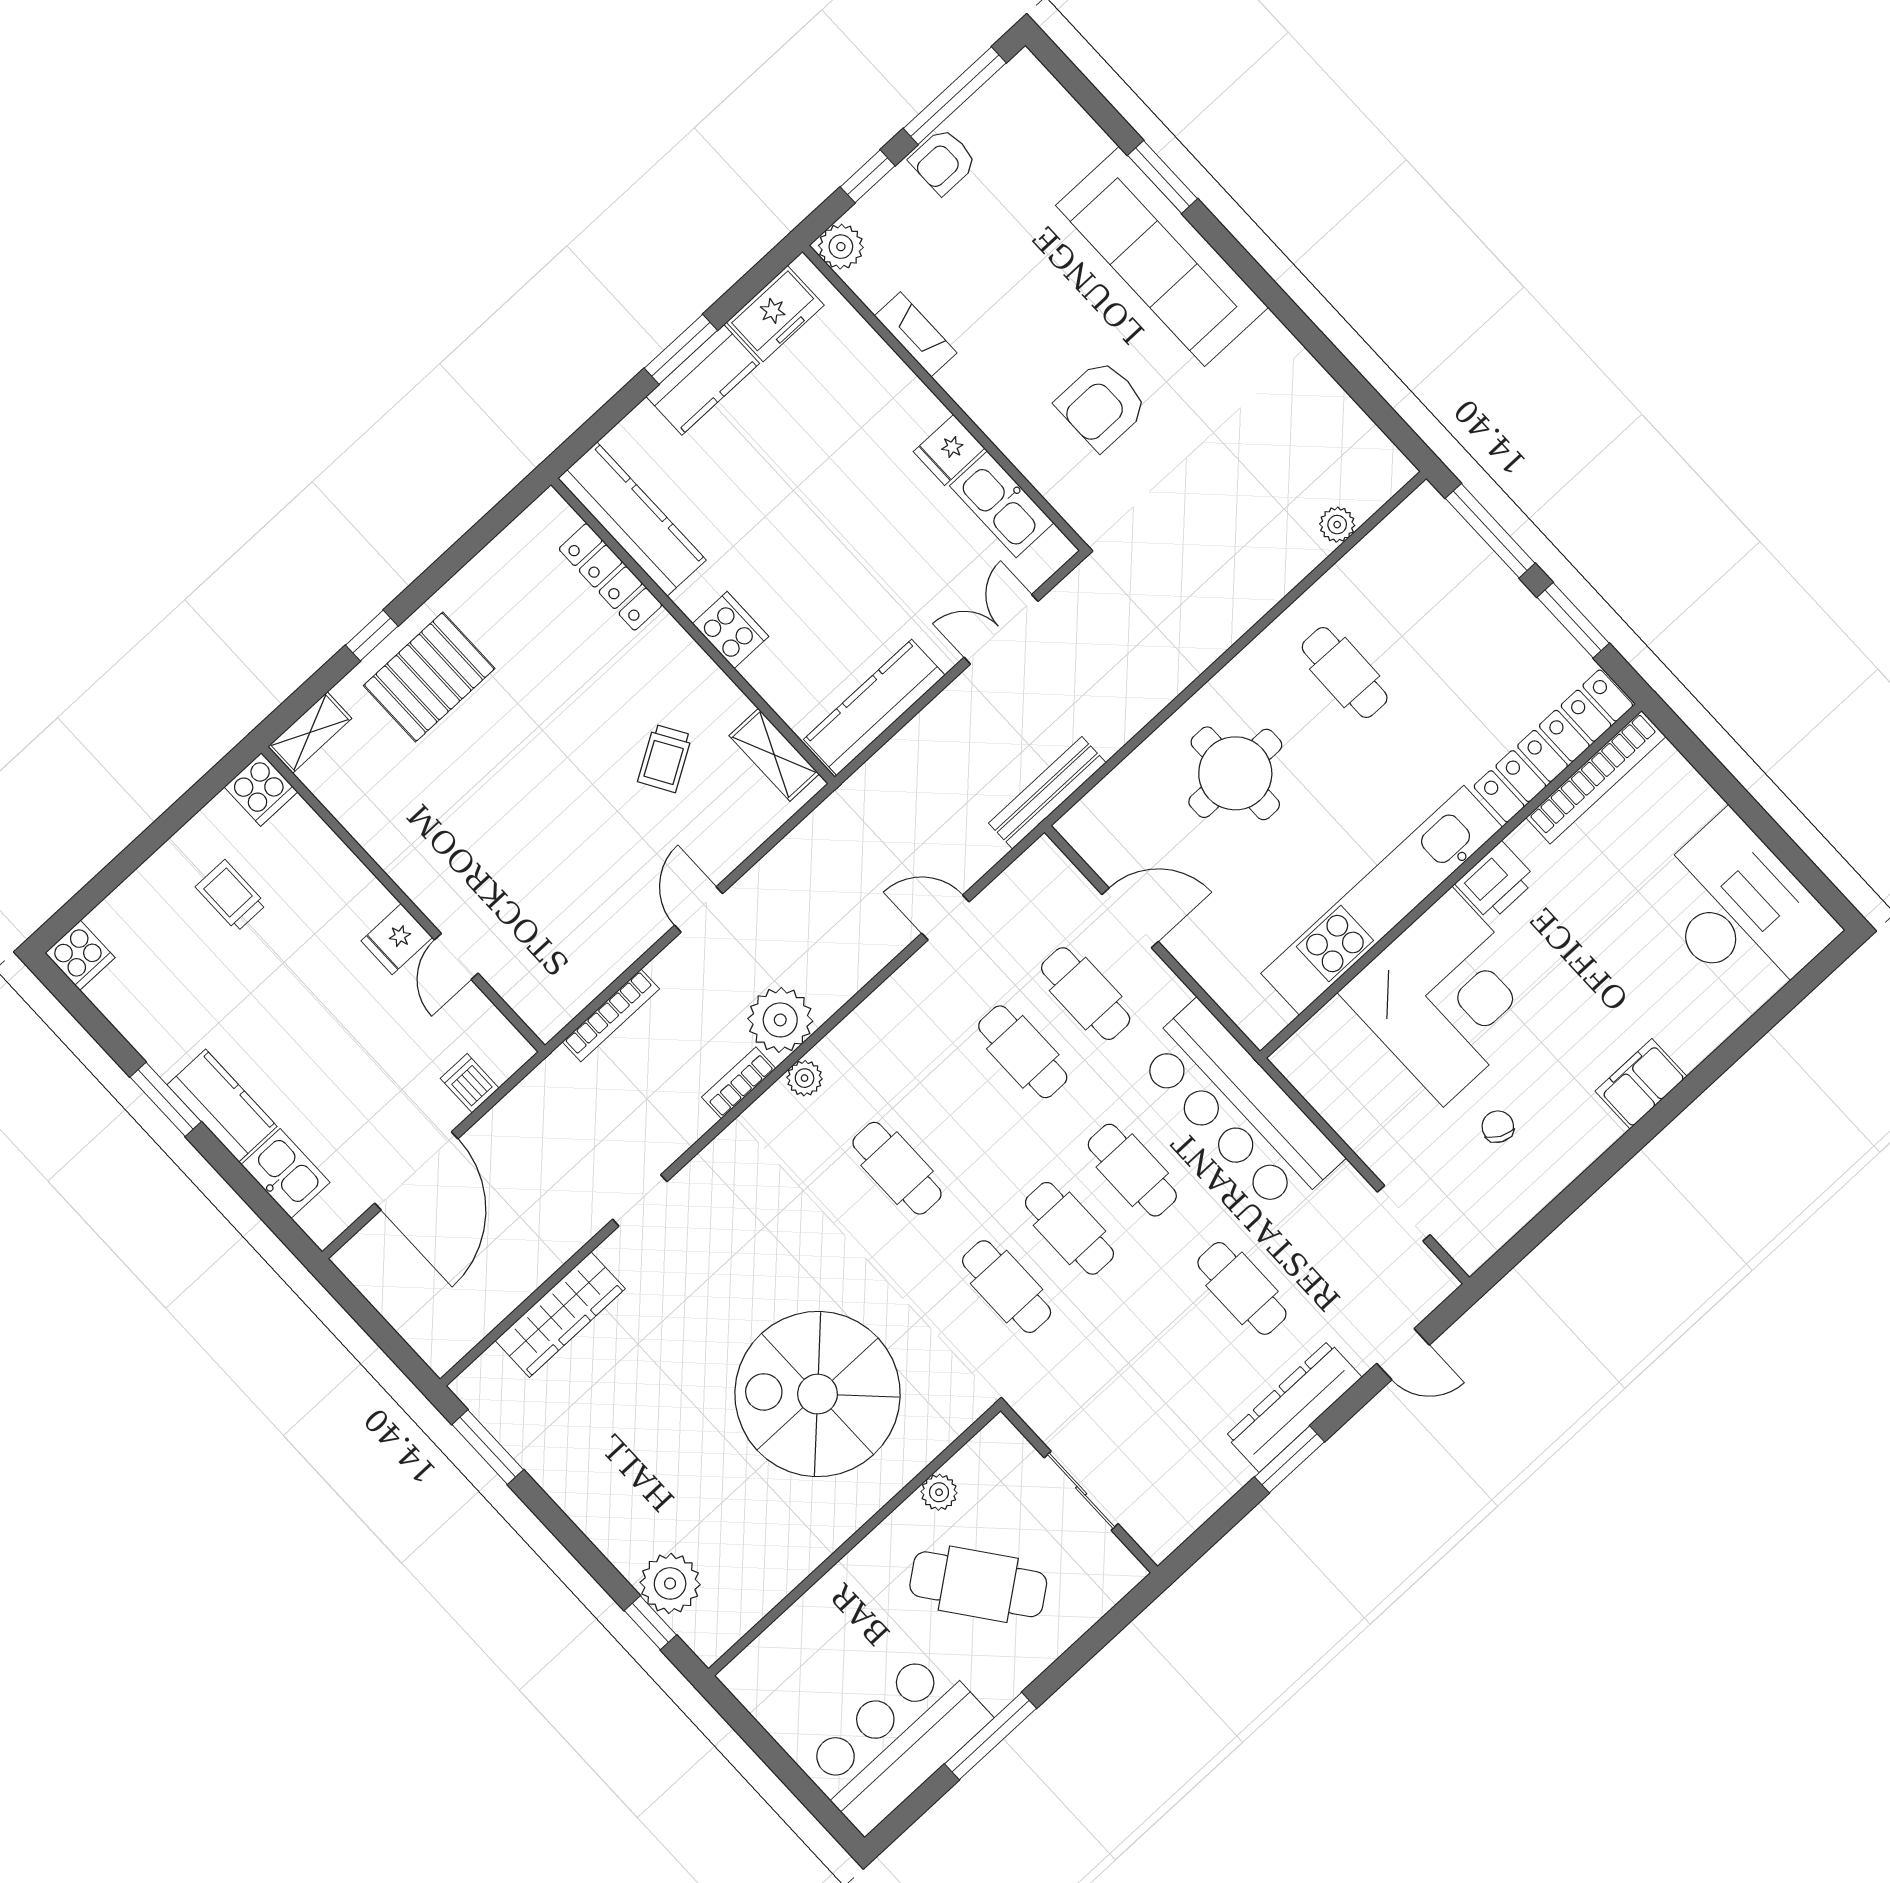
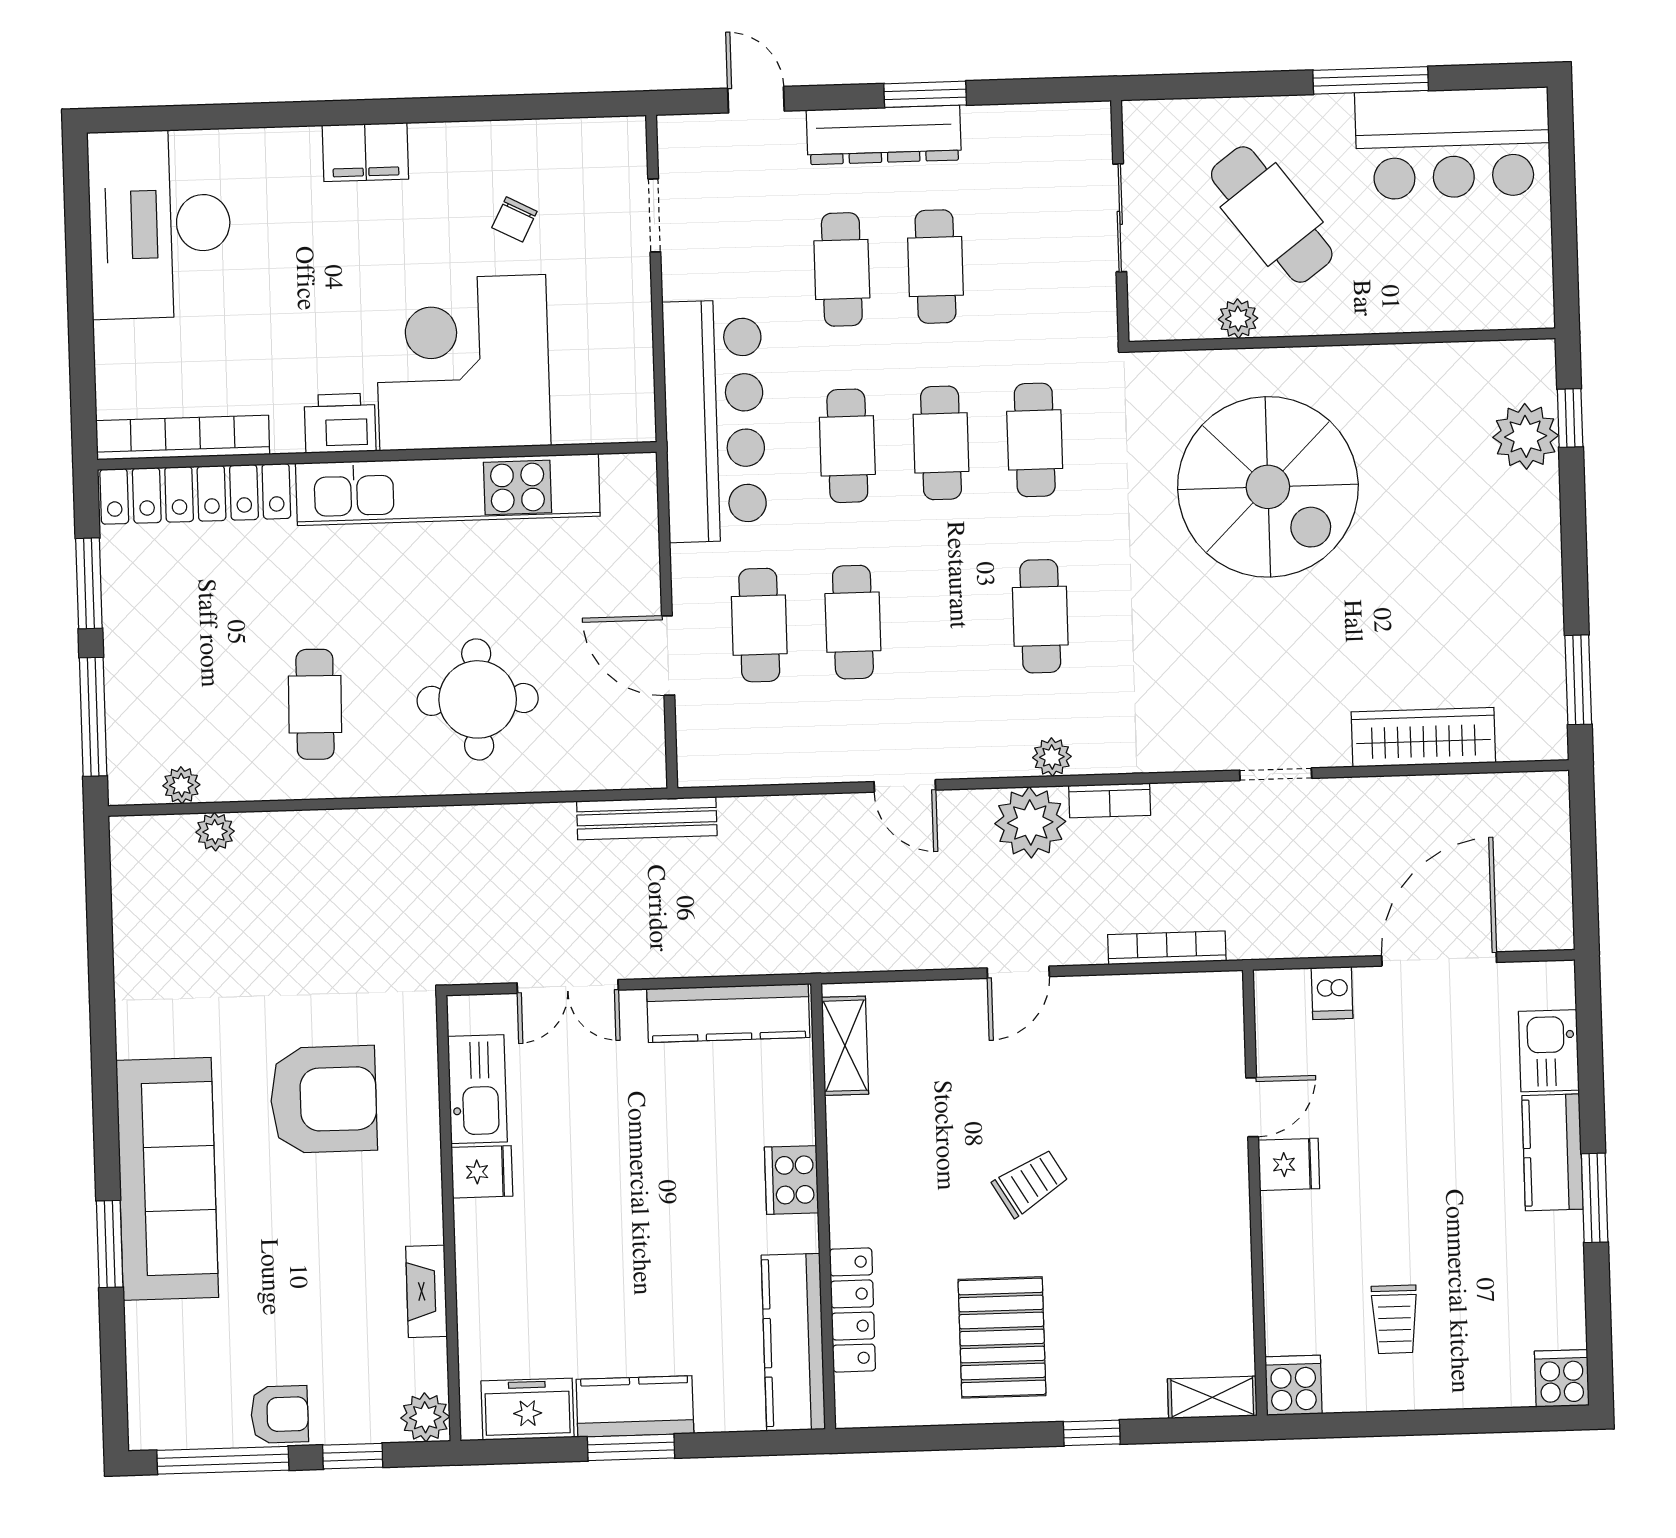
armchair: (1102, 405) -> (324, 1099), width x1.36, depth x1.36
plant: (1388, 537) -> (181, 785), added
pallet: (429, 677) -> (1002, 1337), moved, turned 90
trolley: (665, 758) -> (1030, 1183), moved
door: (945, 917) -> (905, 786), moved
cafe table: (1179, 1347) -> (935, 267), added

